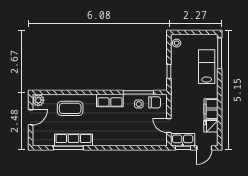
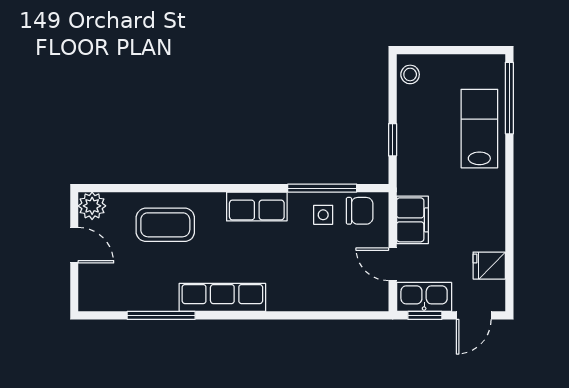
filing cabinet: (211, 109) -> (412, 220), moved, turned 180
door: (31, 117) -> (74, 245), hinge flipped
row of seats: (73, 140) -> (222, 297), moved

